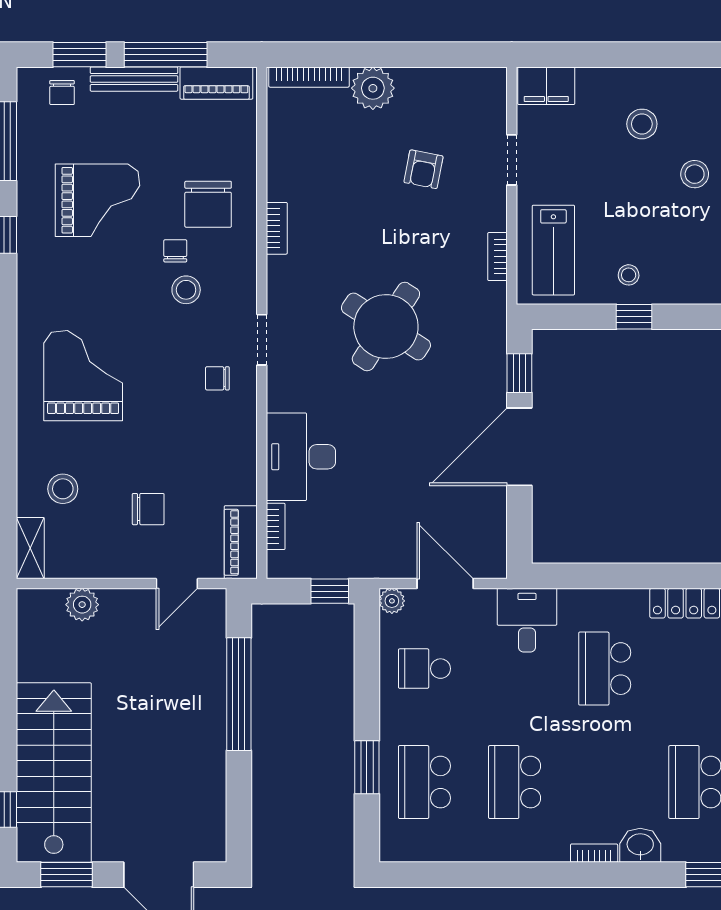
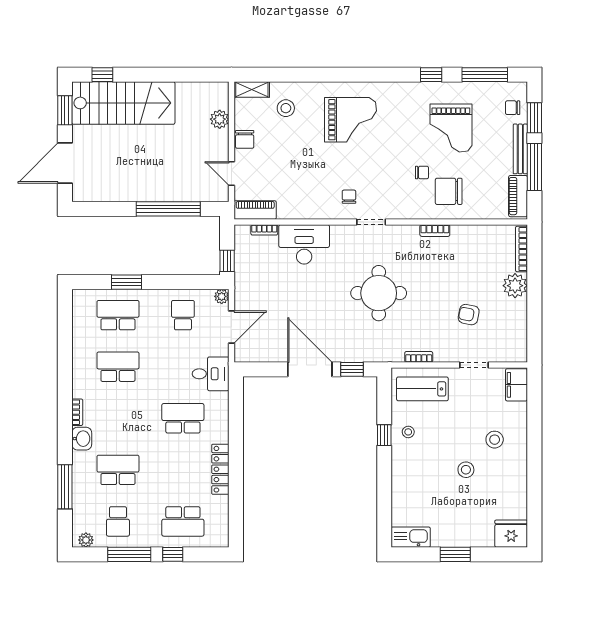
stool: (186, 290) -> (400, 179), removed
round table: (386, 327) -> (379, 293), turned -33
chair: (148, 509) -> (245, 139), moved

